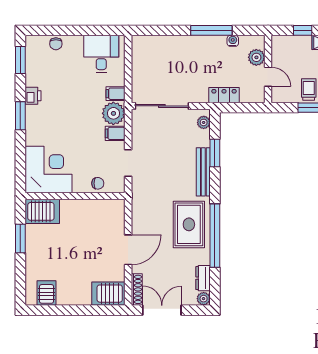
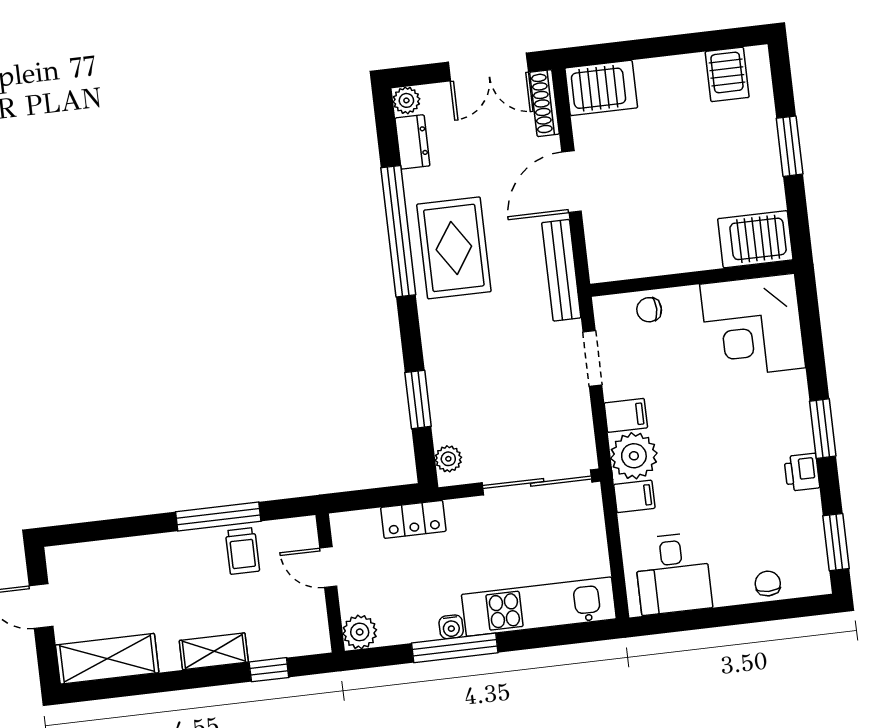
water cooler: (233, 41) -> (451, 627), moved
kitchen unit: (168, 46) -> (539, 607), added
plant: (256, 57) -> (360, 632), moved
bench: (203, 172) -> (561, 270), moved
window: (20, 238) -> (790, 146), moved

